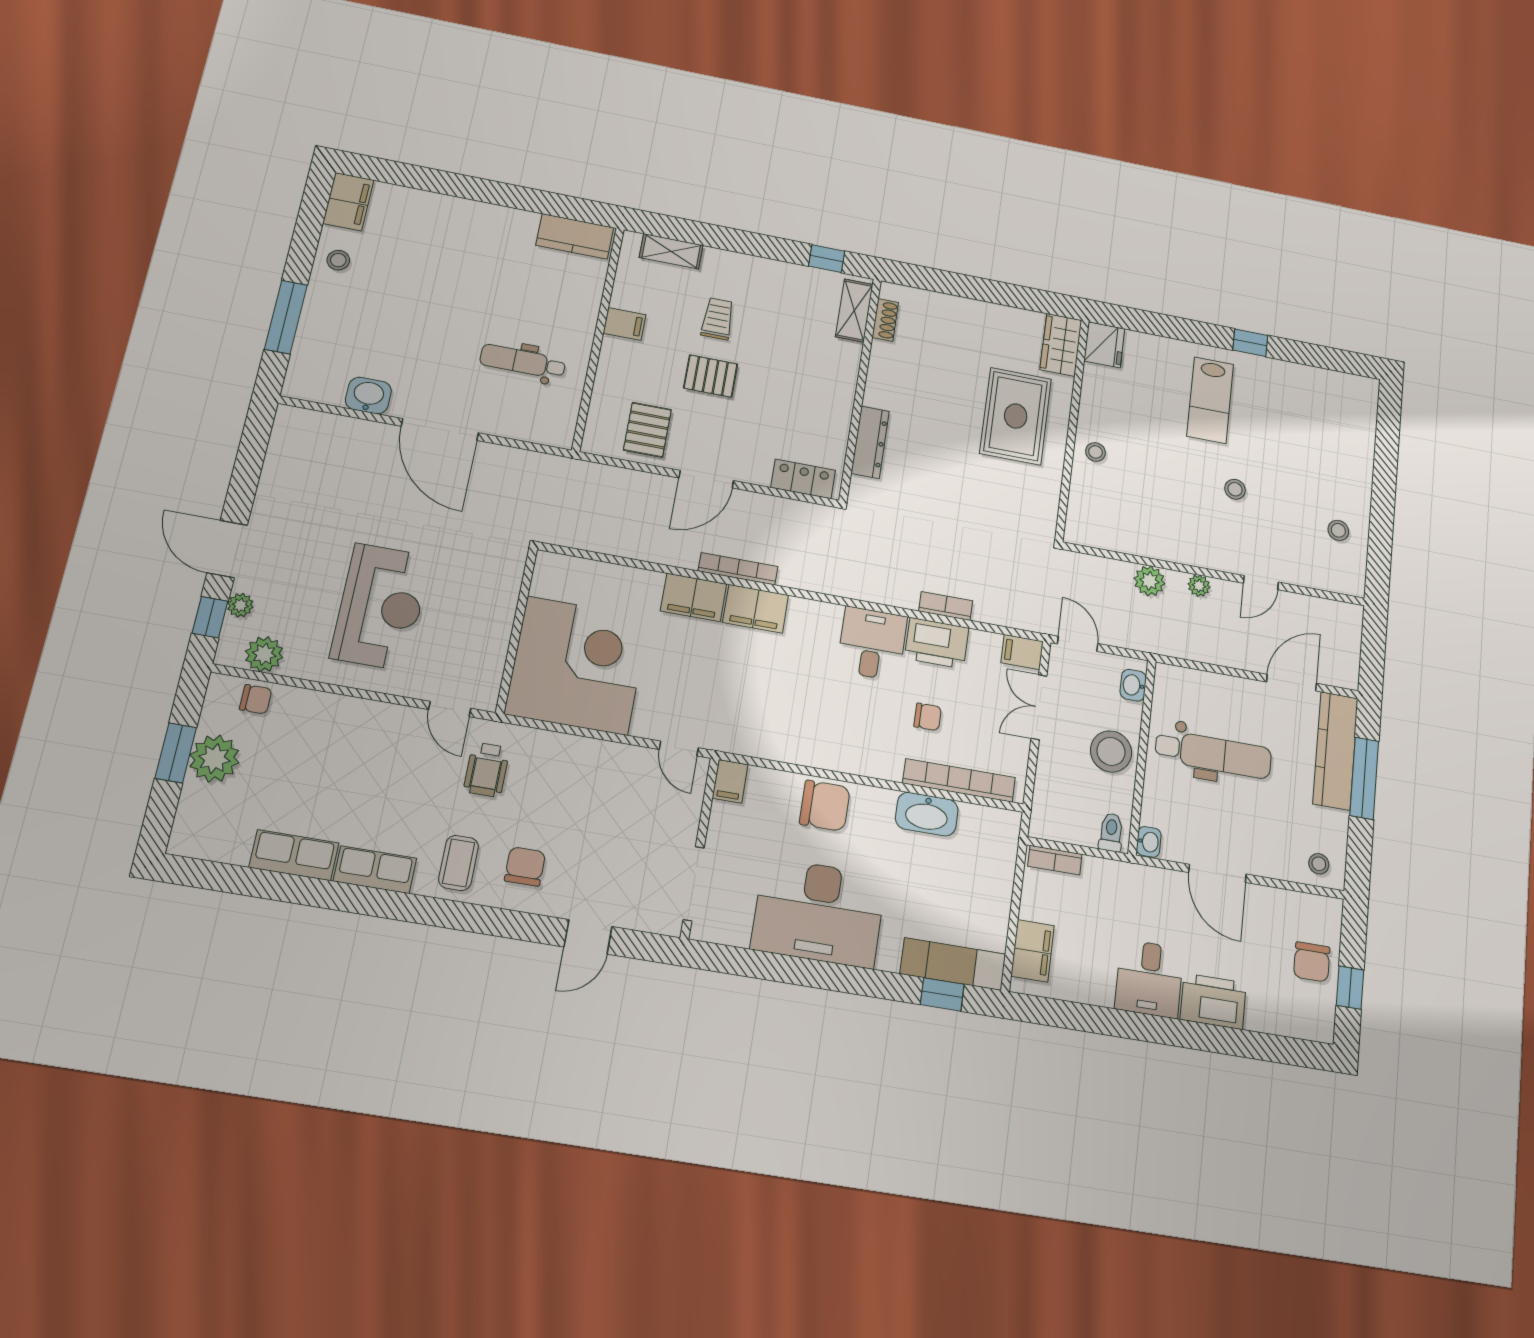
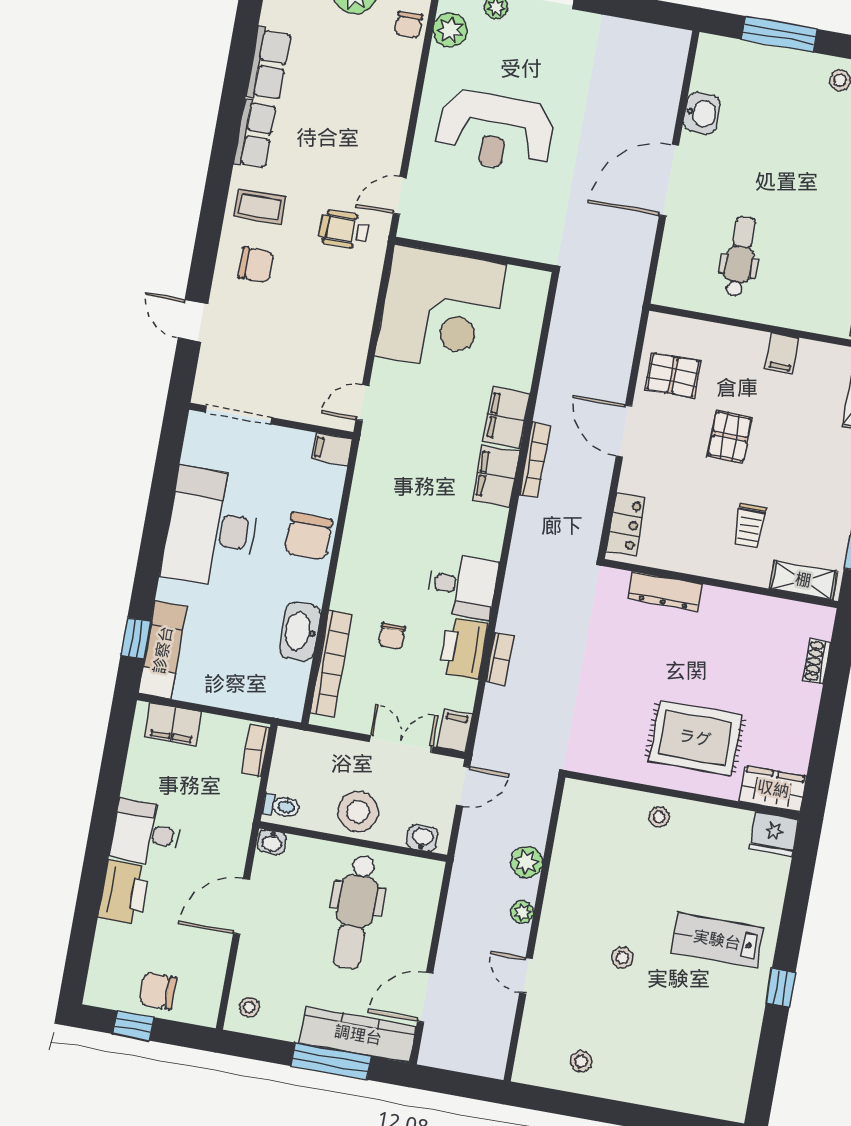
trolley: (718, 319) -> (750, 526), moved, turned 90
shoe rack: (885, 320) -> (817, 661), moved, turned 90
door: (1292, 683) -> (425, 997), swing flipped

